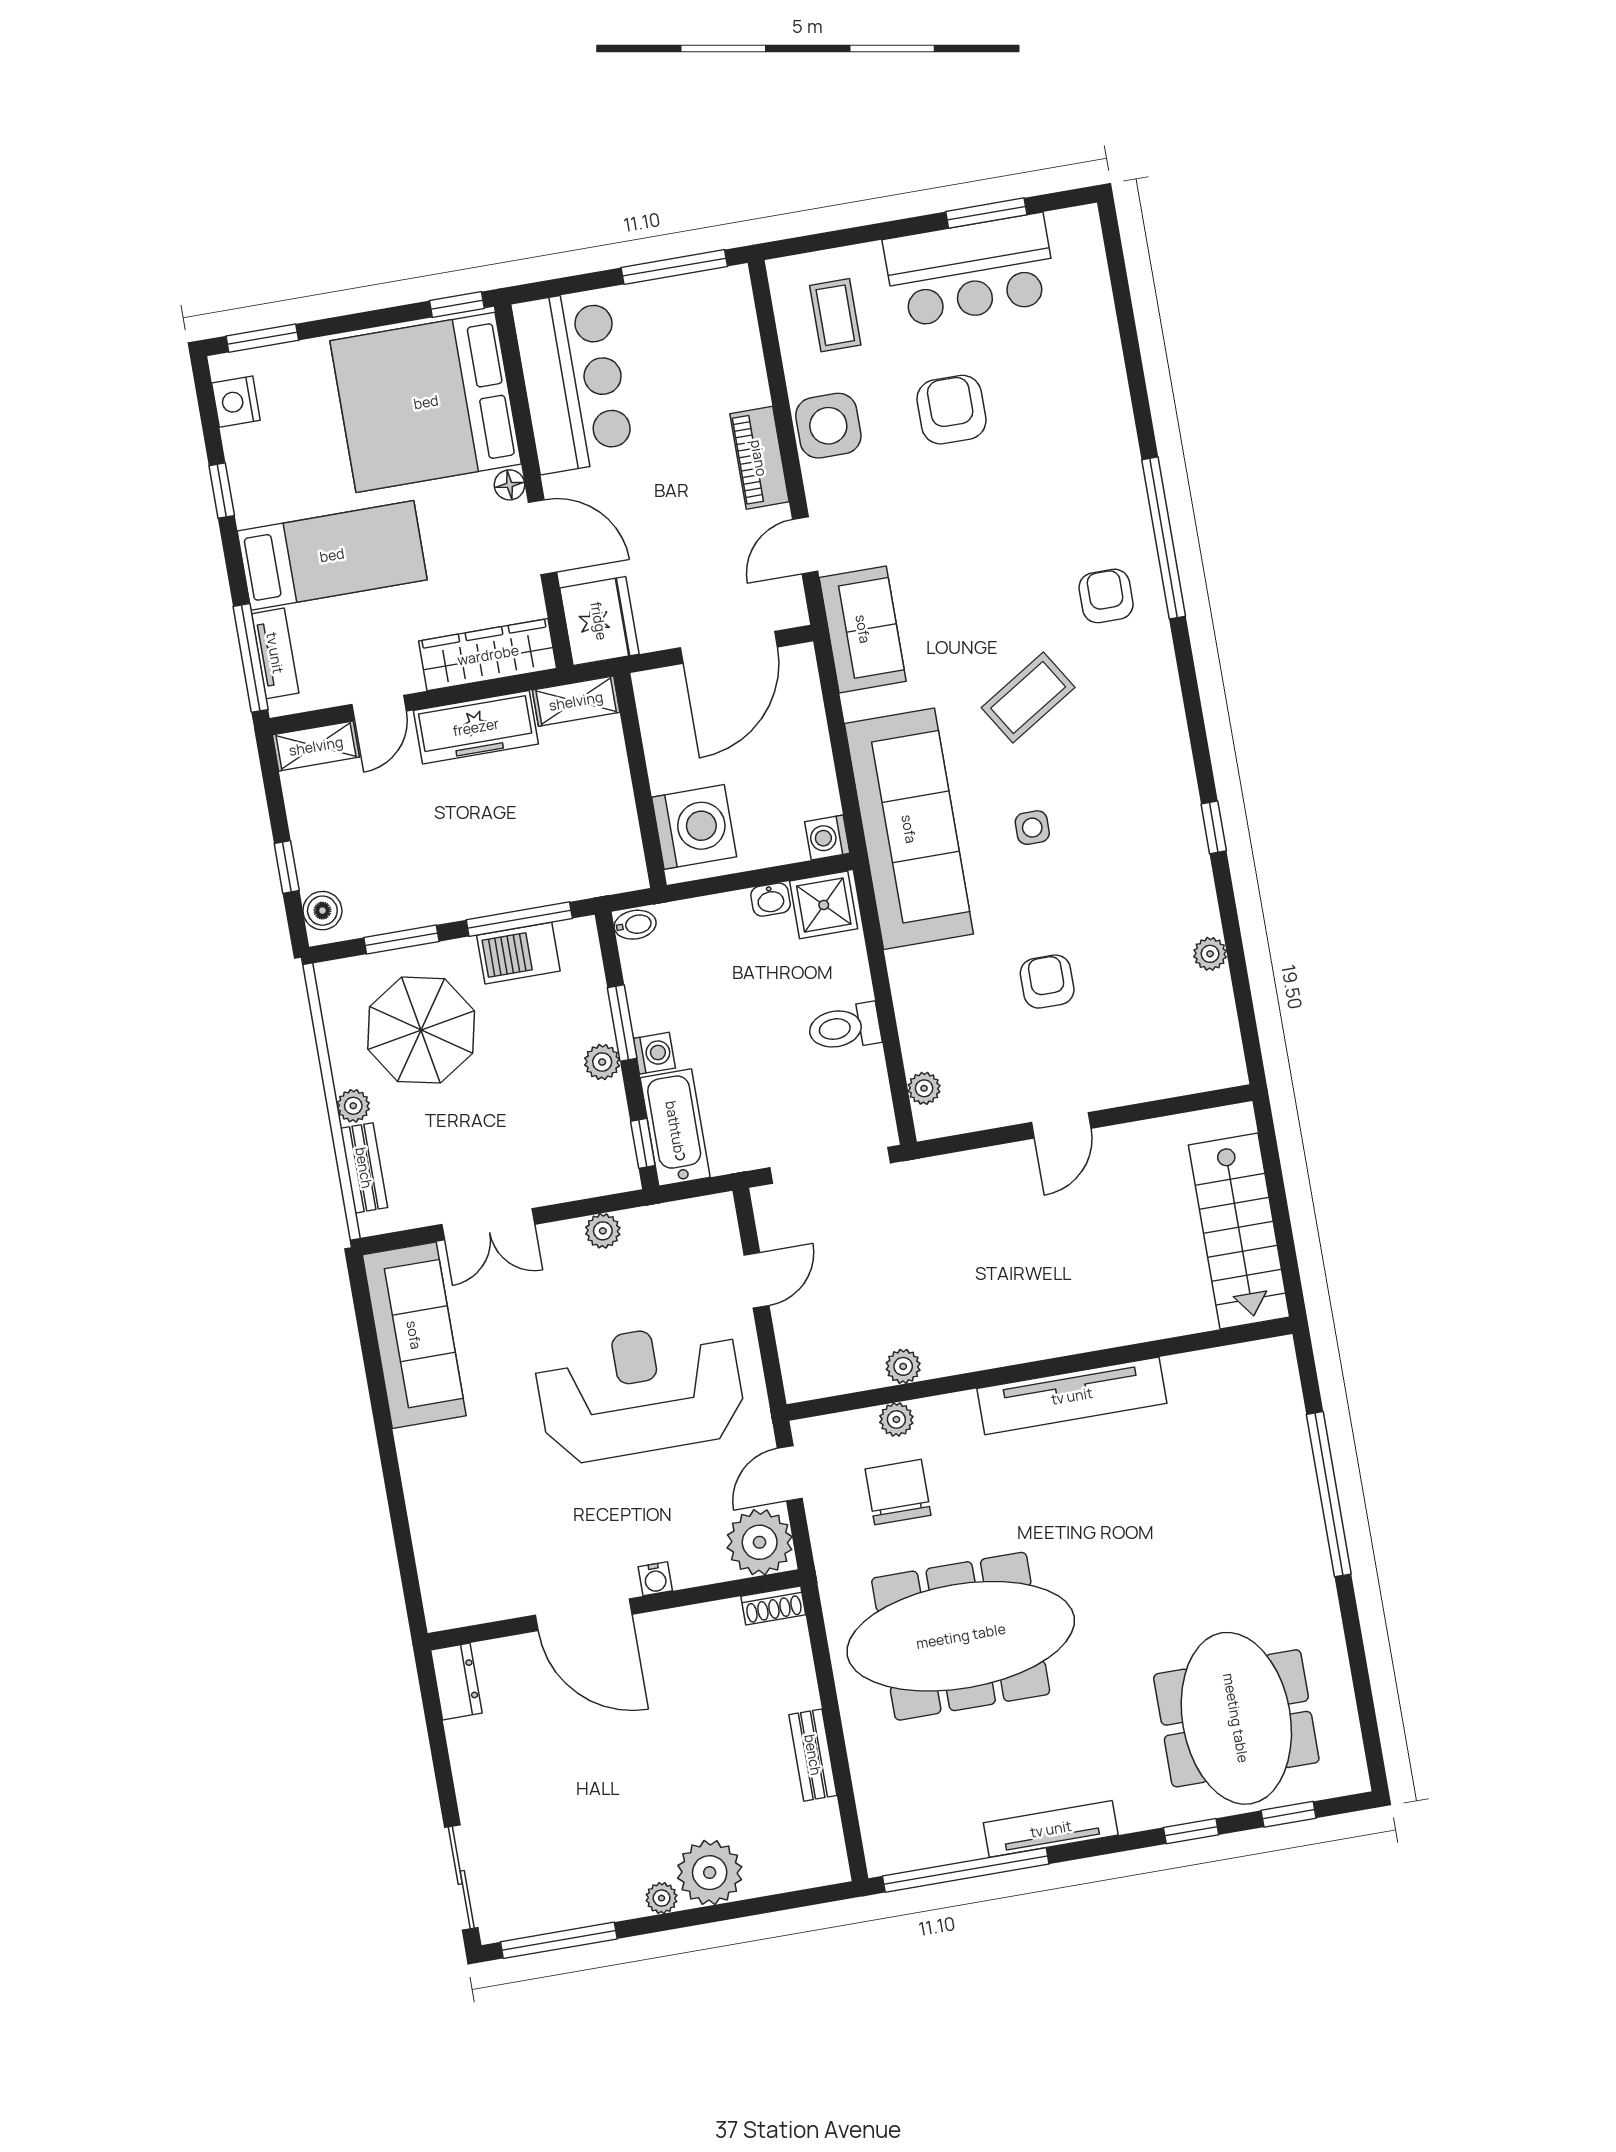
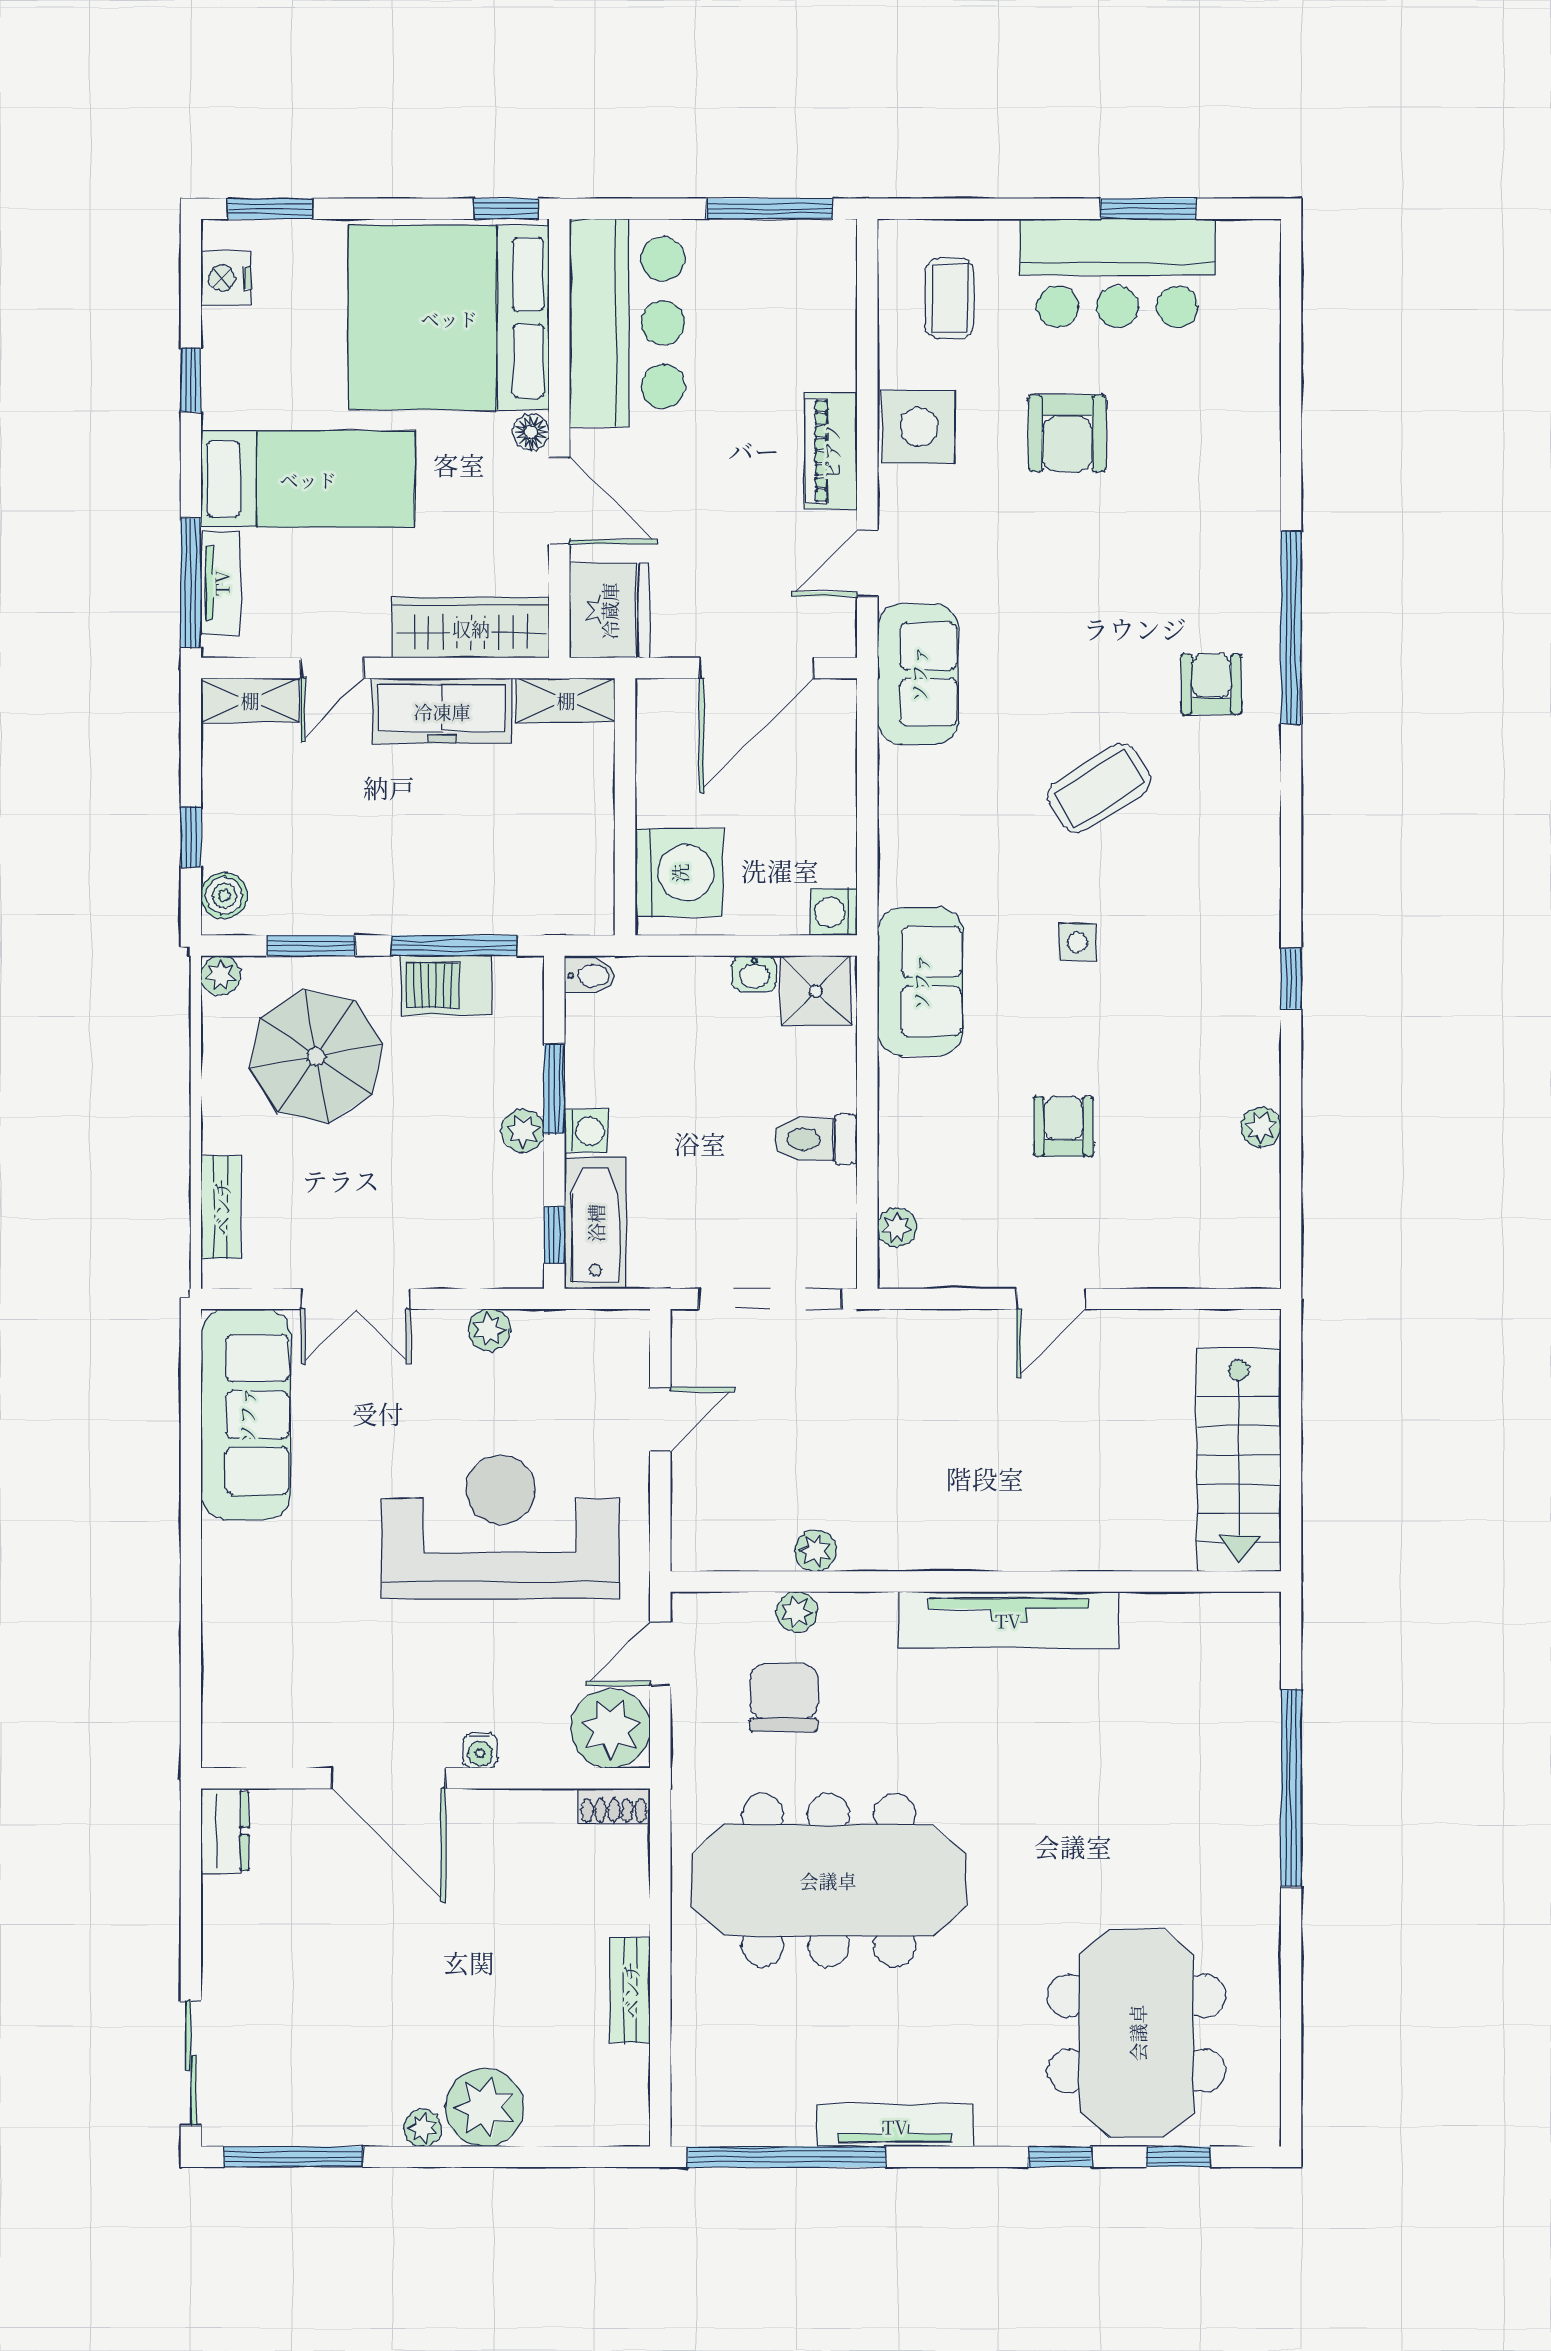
armchair: (951, 410) -> (1067, 433), turned 180
sofa: (909, 829) -> (920, 982), width x0.54, depth x0.79
plant: (353, 1106) -> (221, 975), moved

